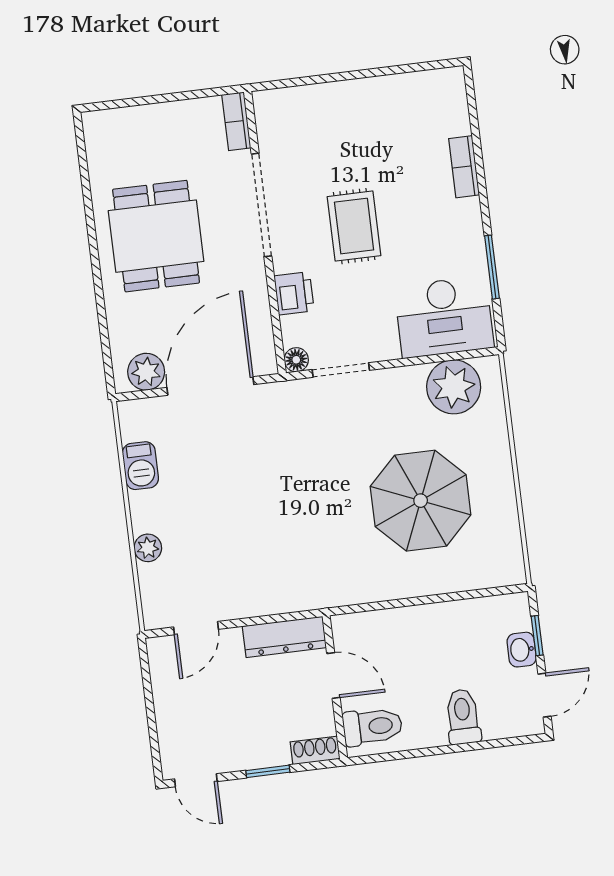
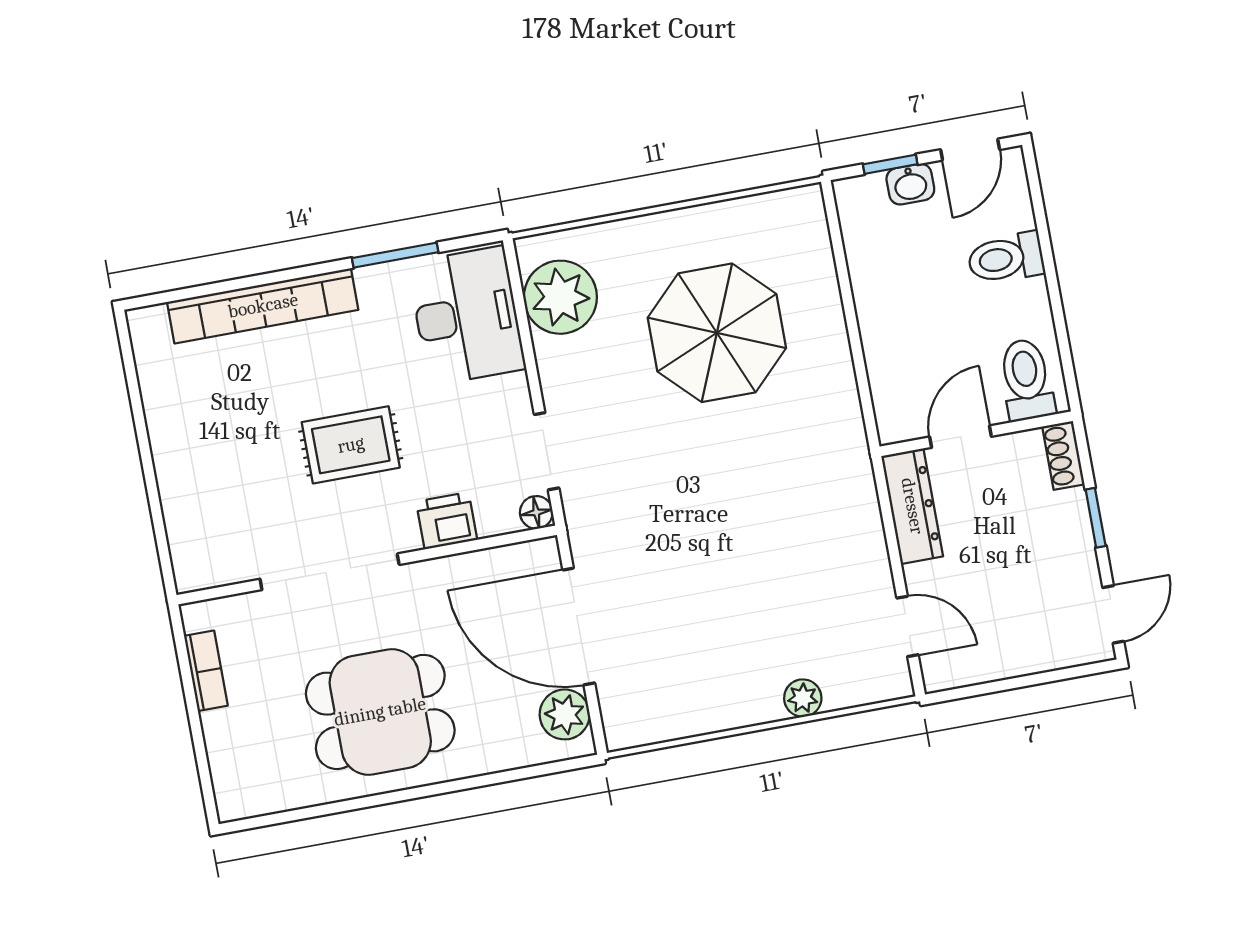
bookcase: (236, 121) -> (206, 671), moved, turned -90
bookcase: (464, 167) -> (263, 306), width x2.31, depth x1.31
barbecue: (140, 466) -> (692, 715), removed
door: (544, 695) -> (970, 150), swing flipped

